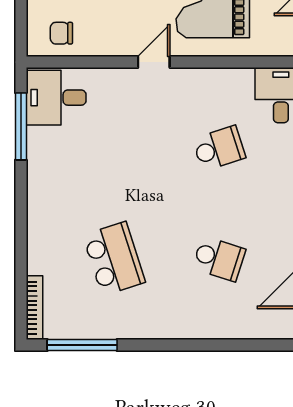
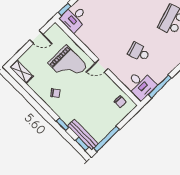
school desk: (219, 148) -> (139, 52), moved

